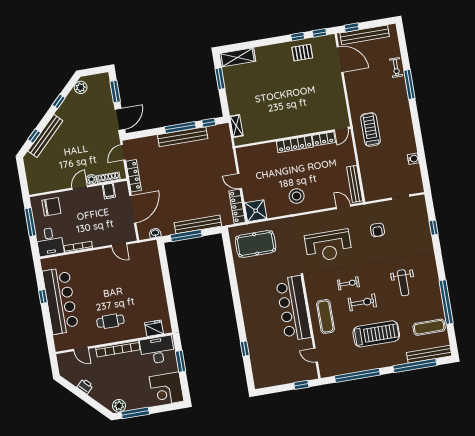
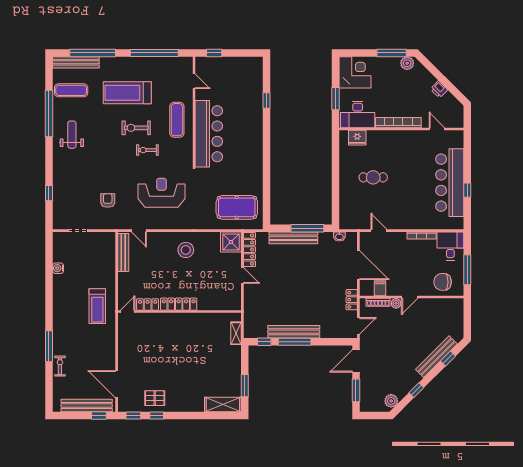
locker: (134, 176) -> (352, 300), width x0.66
door: (133, 209) -> (358, 265), swing flipped
weight bench: (403, 283) -> (72, 135), moved
cafe table: (110, 321) -> (373, 177), moved

